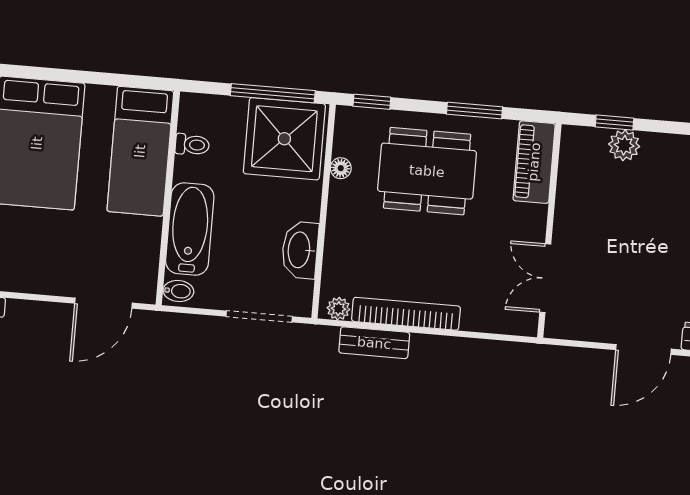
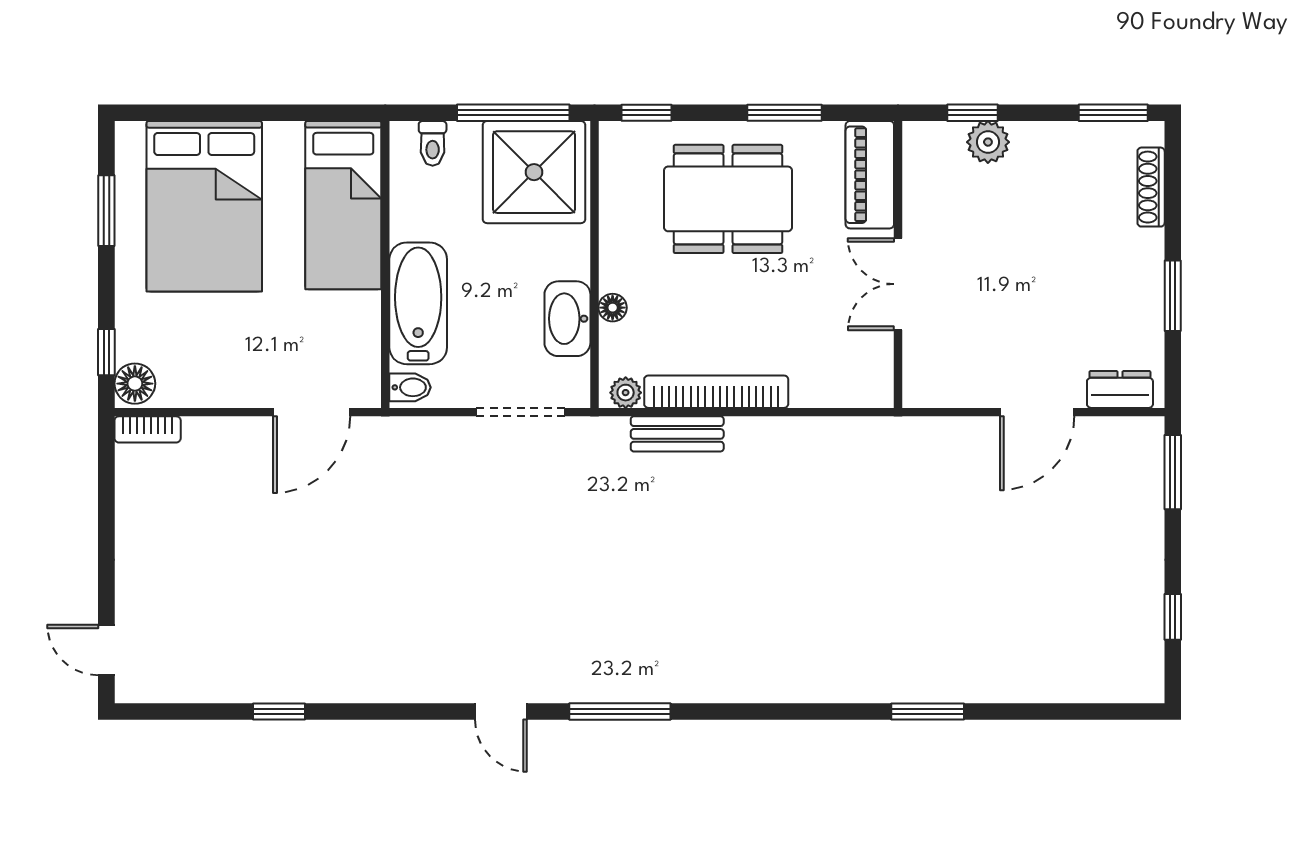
toilet: (192, 145) -> (433, 143), moved, turned 90
floor lamp: (341, 168) -> (613, 308), moved
double door: (545, 278) -> (898, 284), moved

